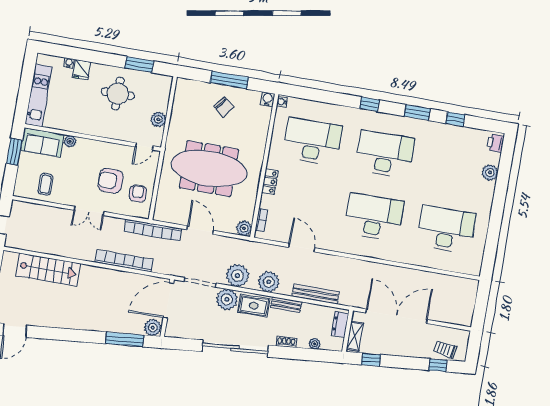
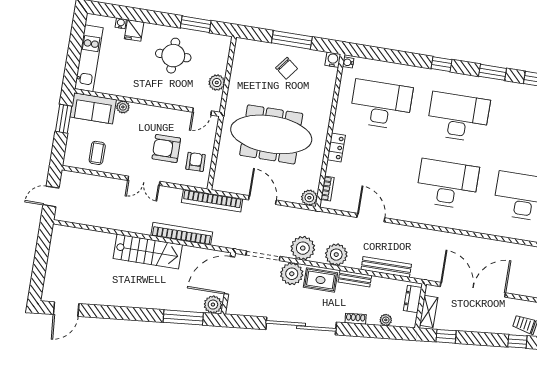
stairs: (48, 270) -> (148, 252), moved

